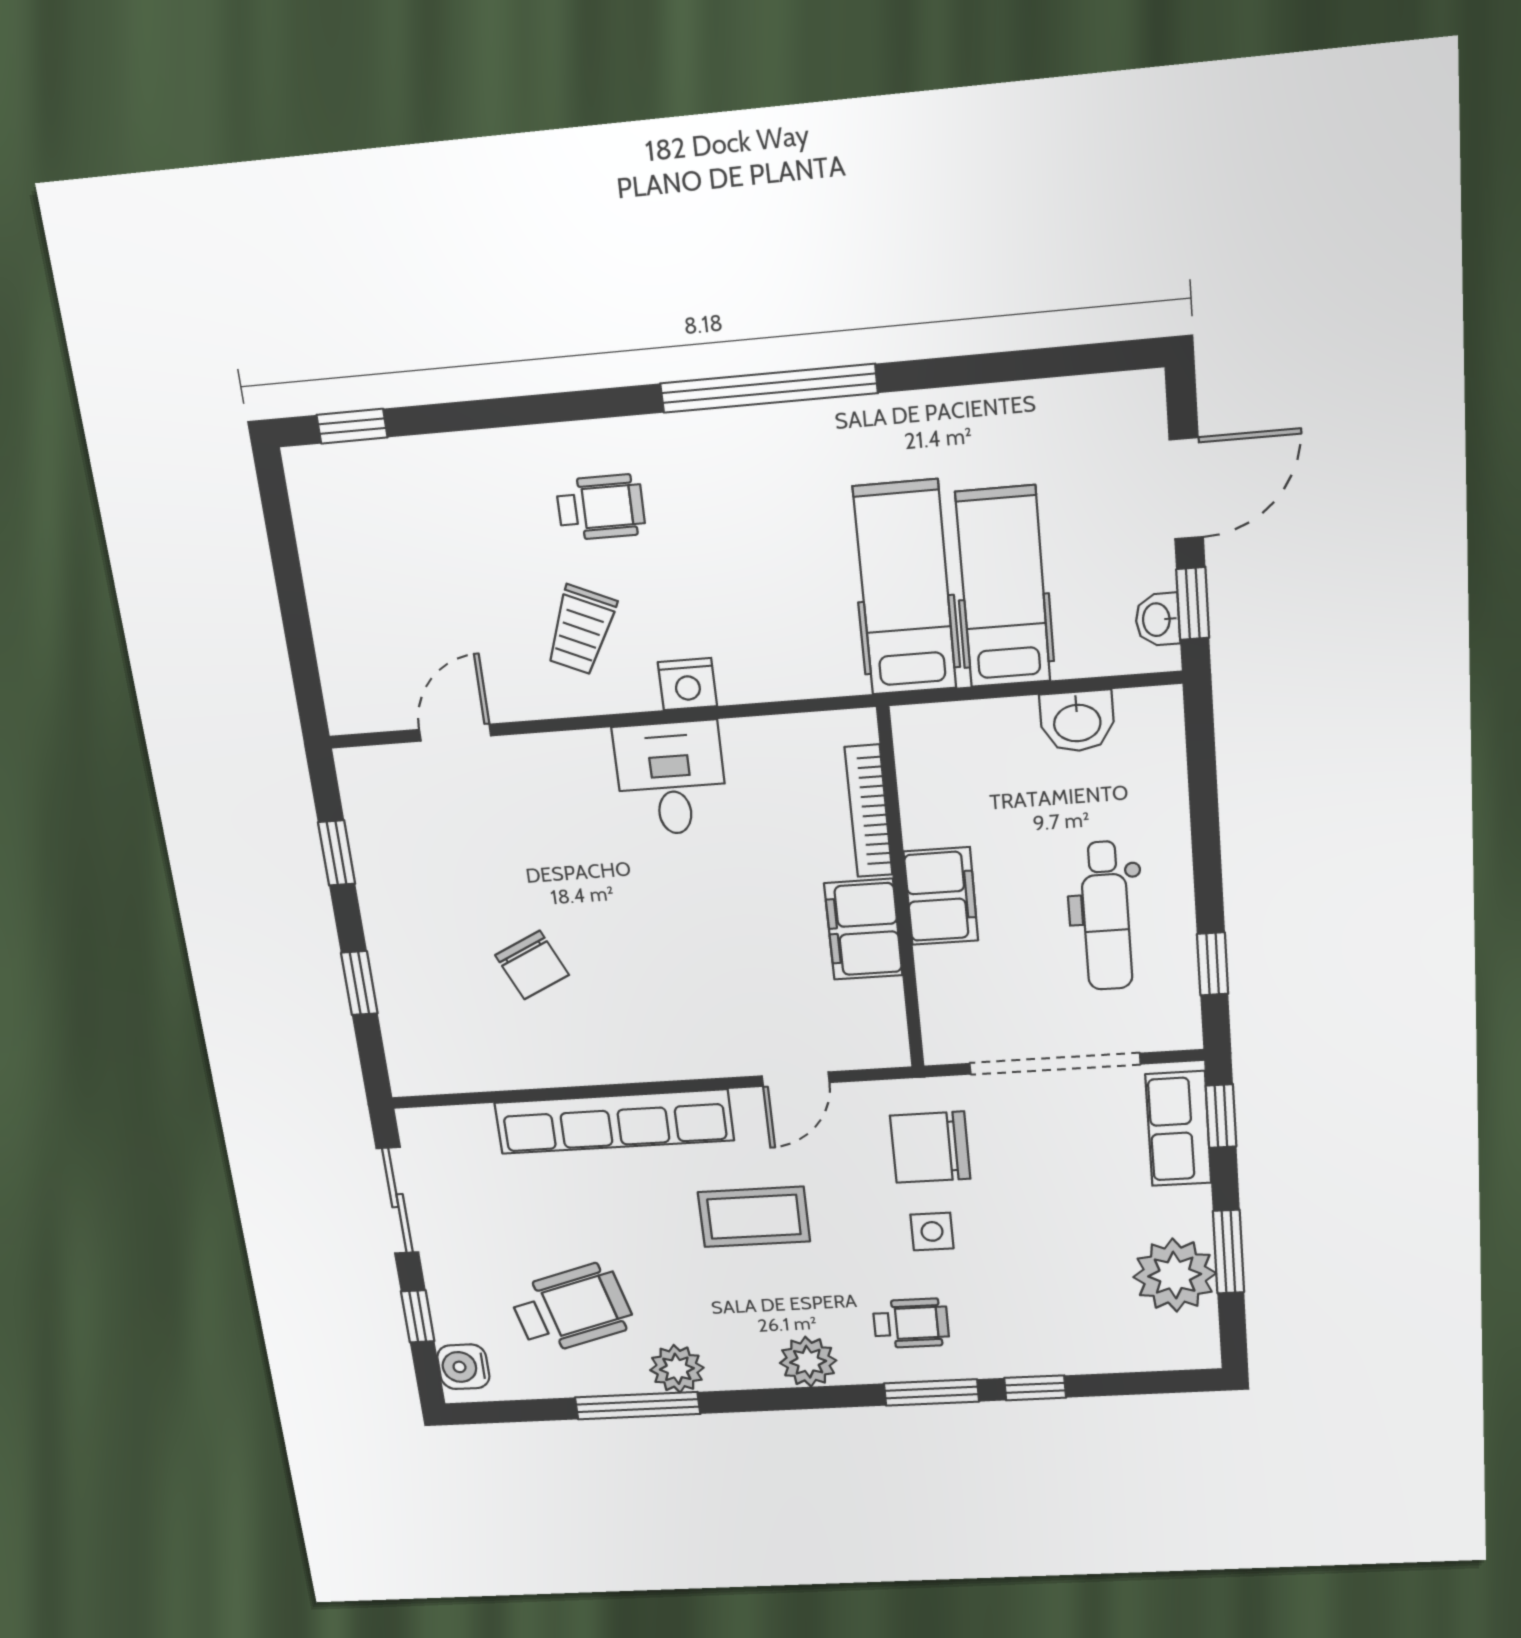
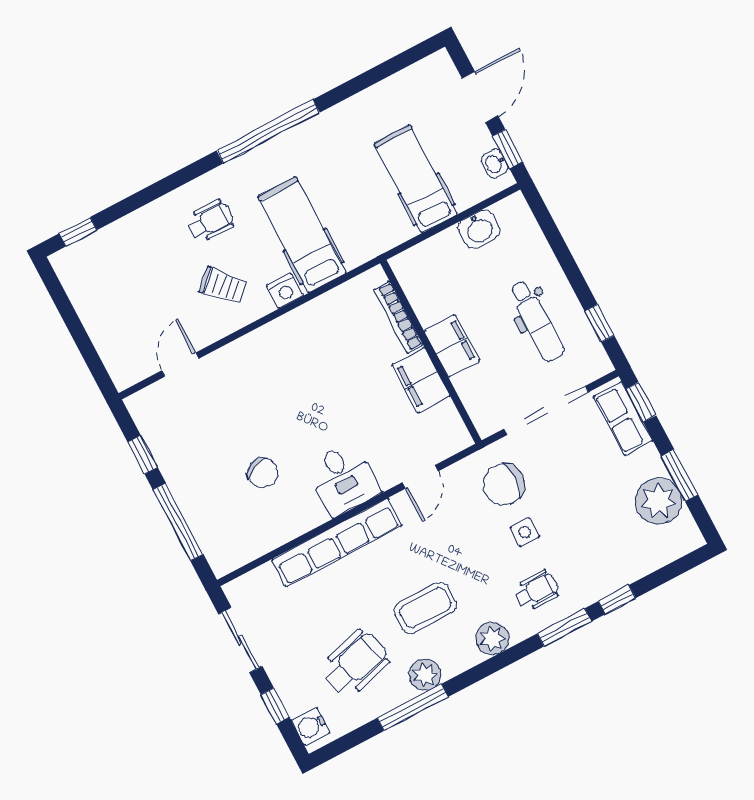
hospital bed: (905, 588) -> (302, 235), moved
trolley: (581, 630) -> (223, 286), turned -68
desk: (671, 778) -> (343, 479), moved, turned 180
window: (359, 983) -> (178, 522), width x2.17
coffee table: (754, 1217) -> (425, 608), moved

